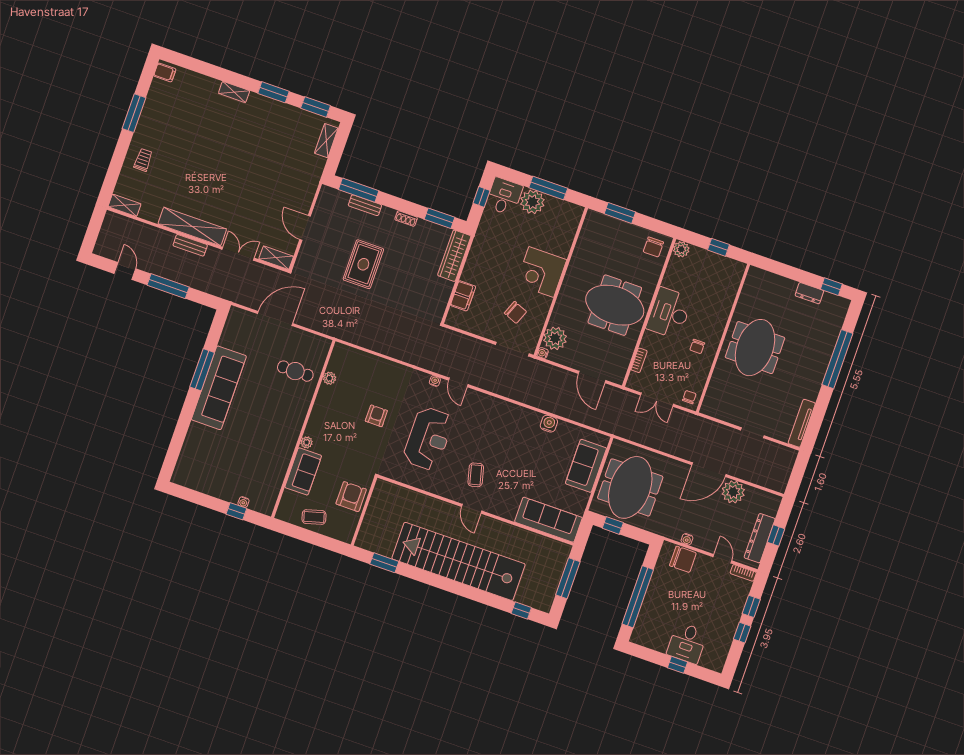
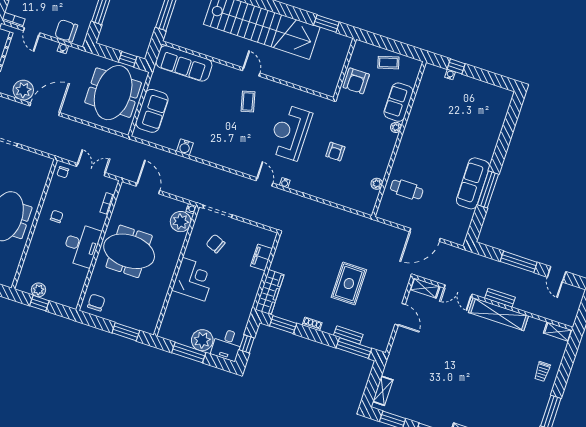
plant: (681, 249) -> (38, 290), moved
sofa: (219, 388) -> (473, 183), width x0.74, depth x0.79

